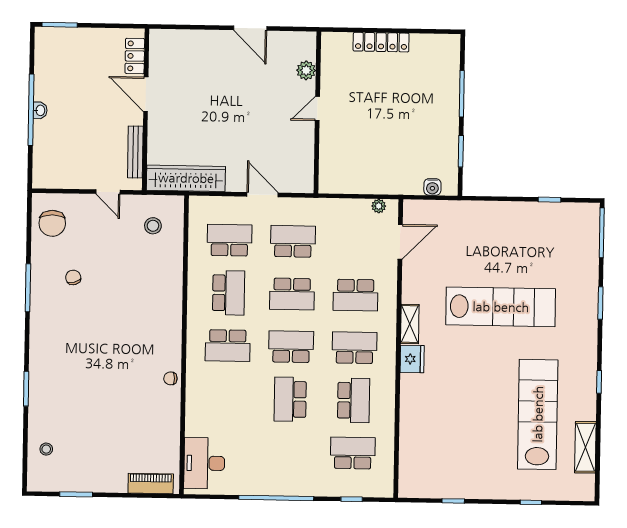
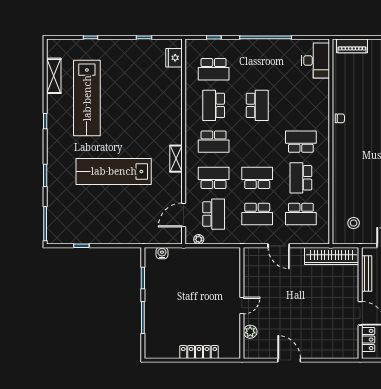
school desk: (291, 347) -> (214, 214), moved, turned -90
fridge: (412, 359) -> (174, 58), moved

